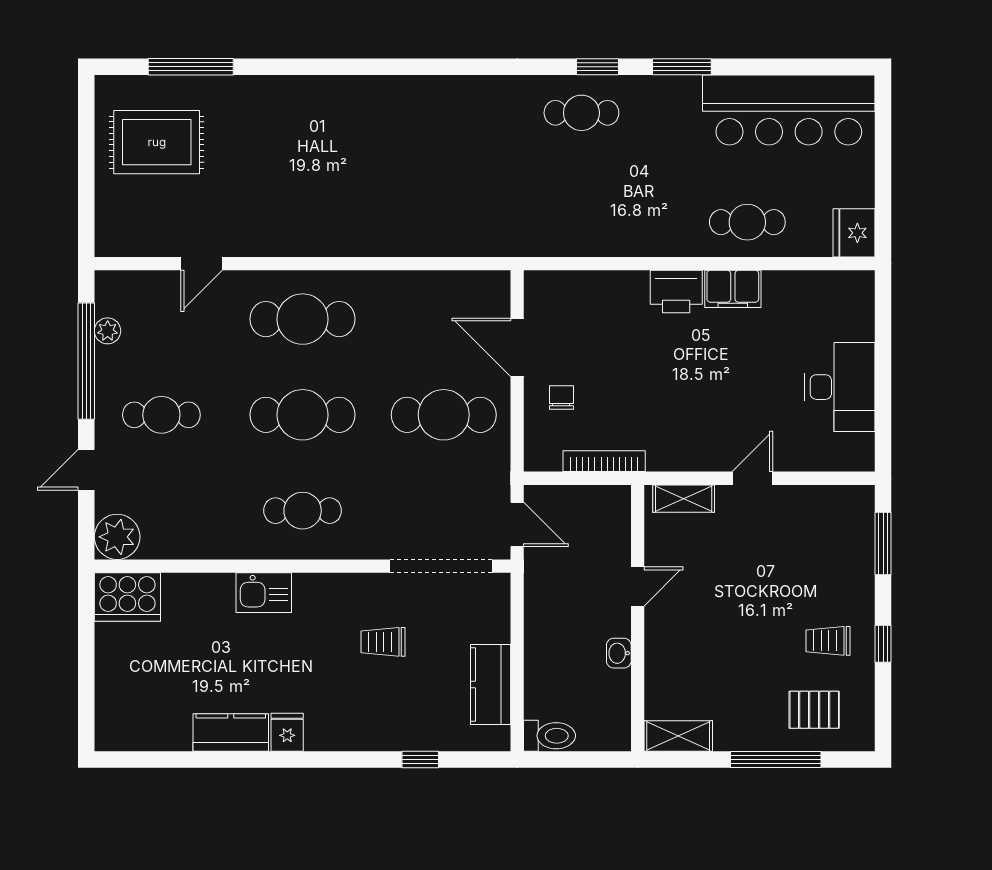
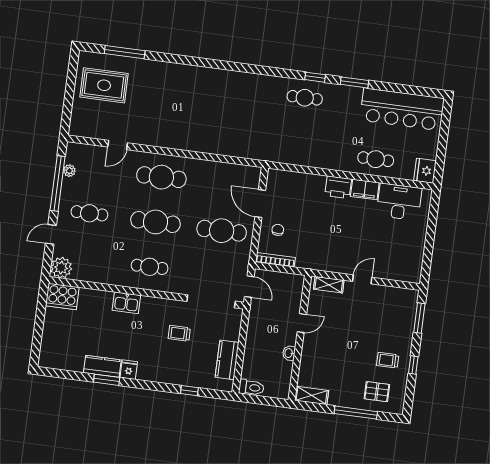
desk: (840, 387) -> (399, 202), moved, turned -90
bookcase: (604, 461) -> (275, 260), moved
window: (244, 760) -> (107, 380), added

